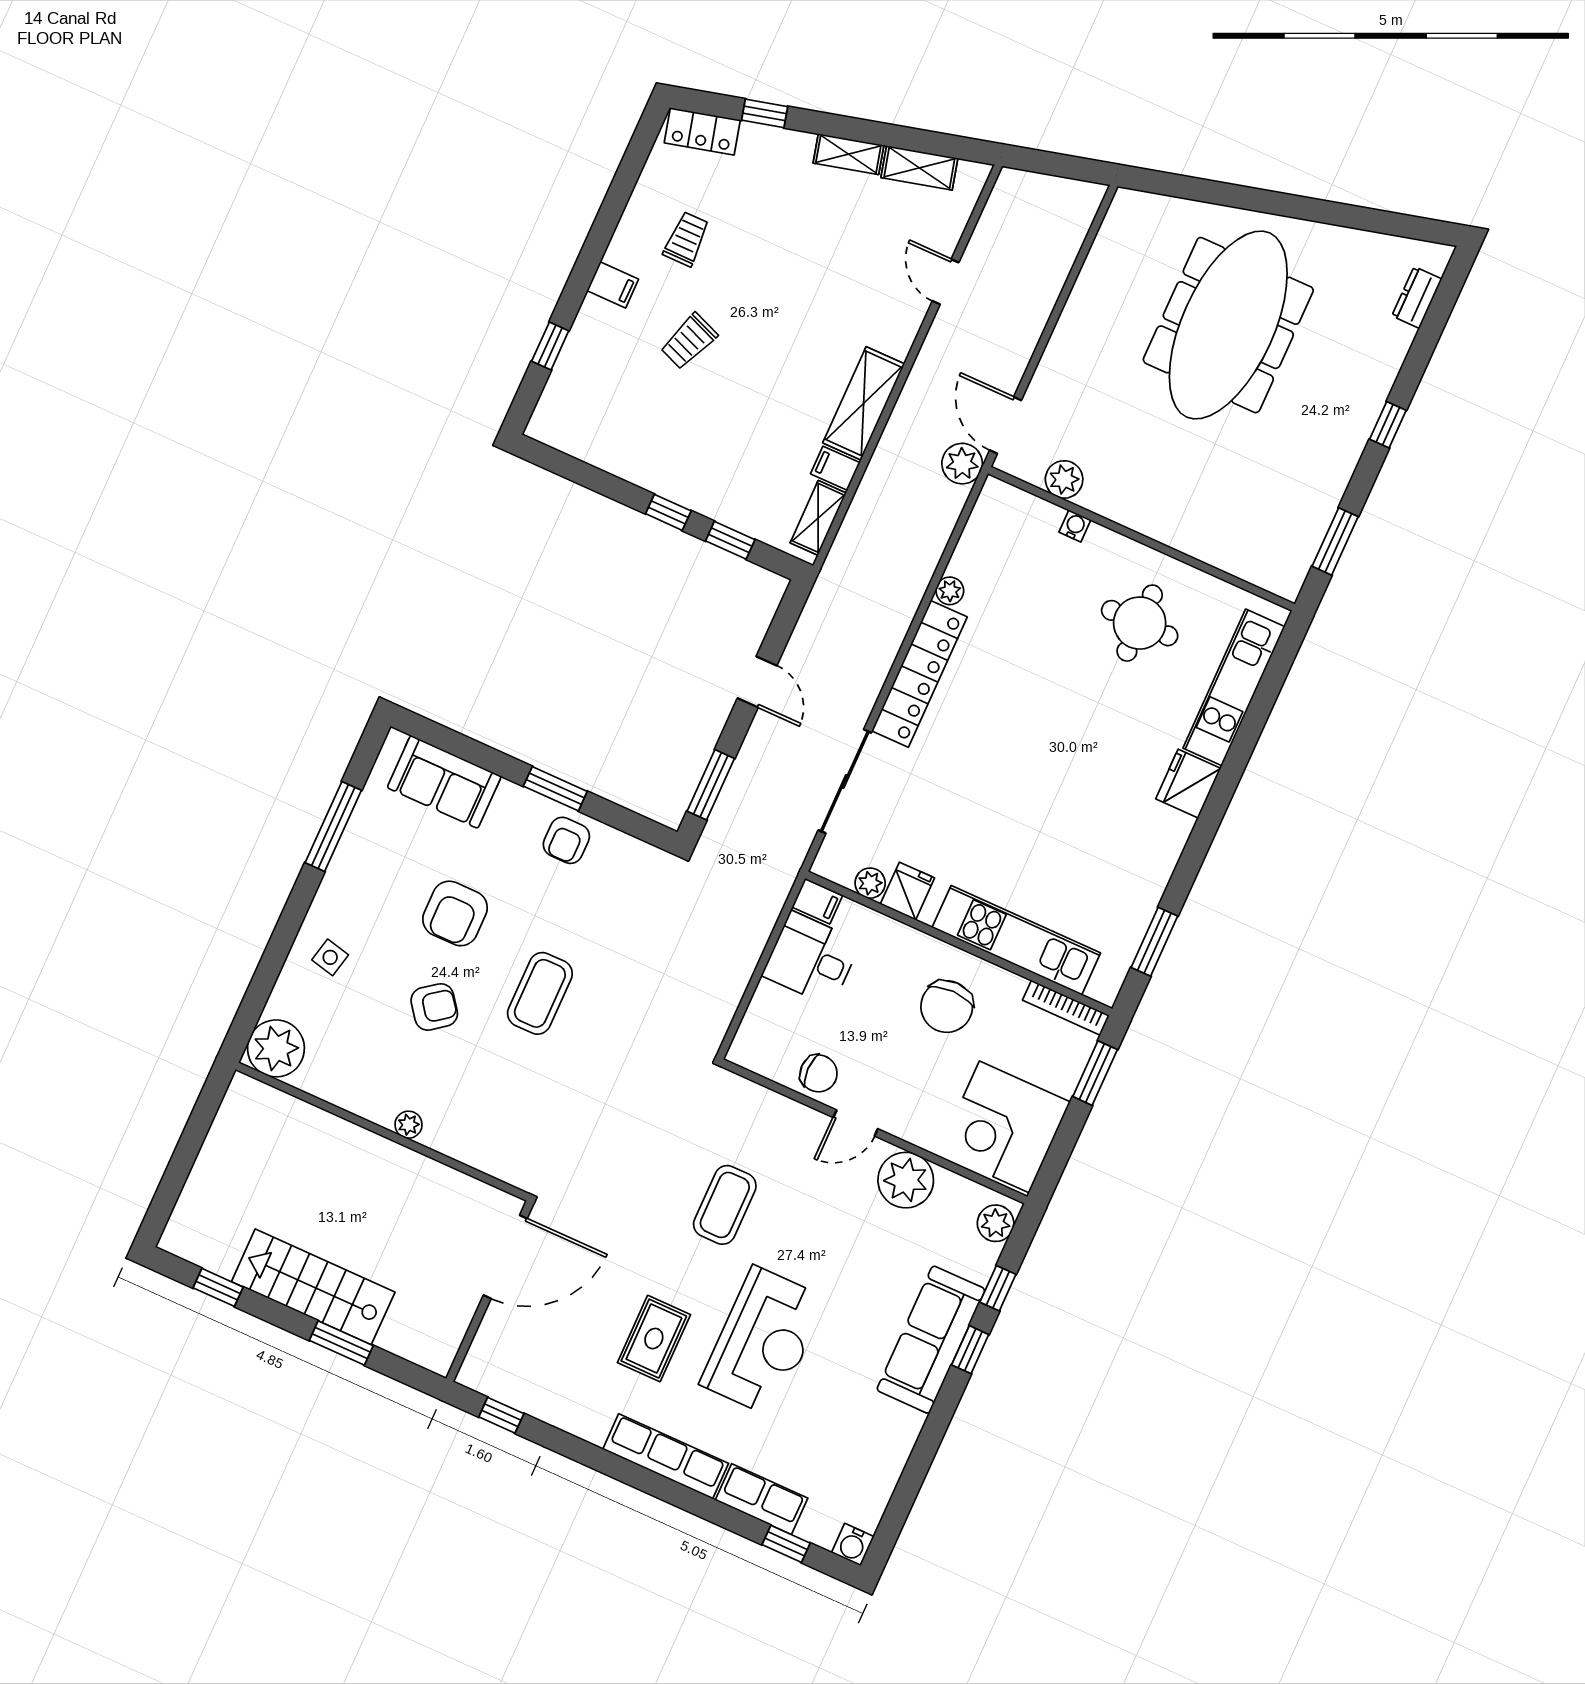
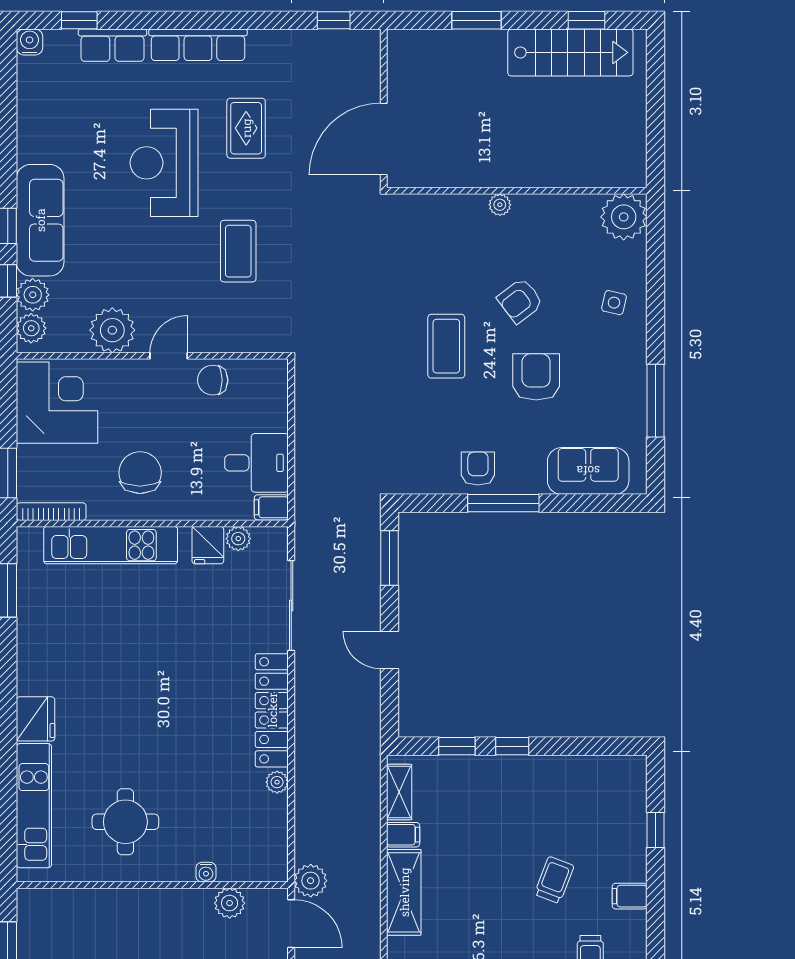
window: (555, 789) -> (503, 503), width x1.44
plant: (977, 1260) -> (33, 295), added
stairs: (313, 1287) -> (570, 52), moved

